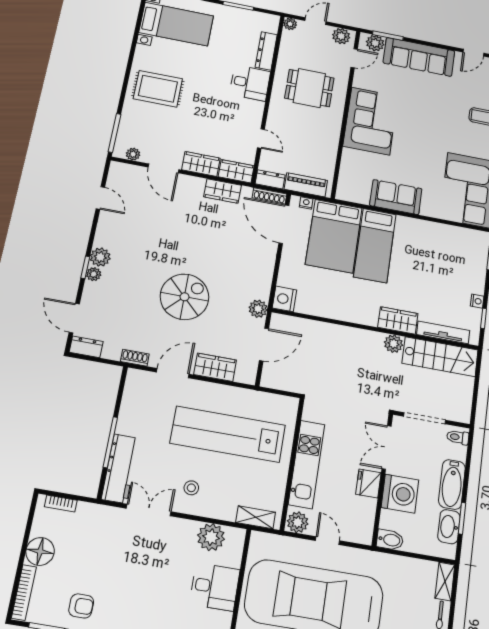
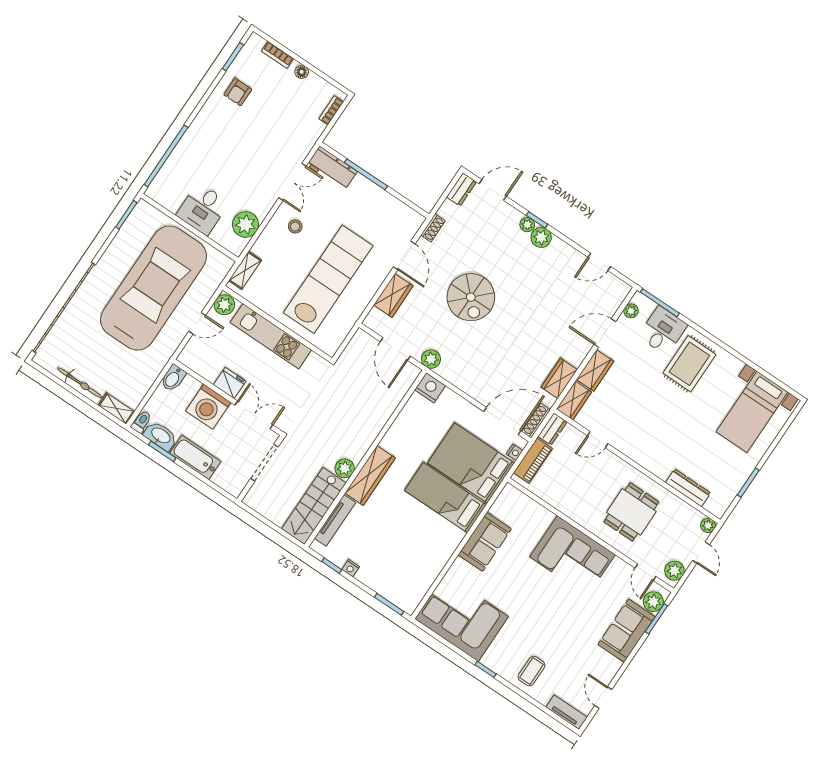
sofa: (419, 57) -> (626, 631), width x0.73
desk: (250, 83) -> (663, 331), moved, turned 180
wardrobe: (398, 320) -> (370, 475), width x1.50
toilet: (458, 437) -> (141, 422), moved
workbench: (120, 469) -> (332, 168), width x0.73
floor lamp: (40, 551) -> (302, 72), width x0.53, depth x0.53
bookcase: (24, 592) -> (277, 55), width x0.64

